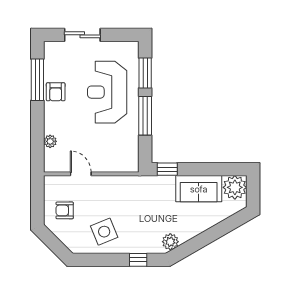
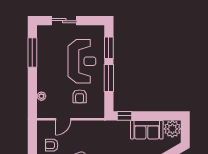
armchair: (56, 92) -> (80, 96), moved
reception desk: (107, 92) -> (82, 61), turned 180
door: (81, 174) -> (63, 119), swing flipped

